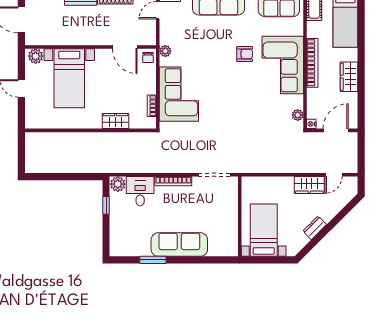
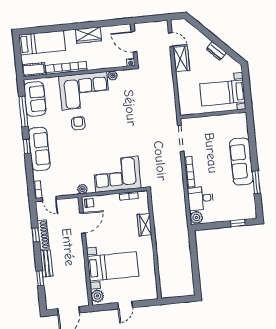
bookcase: (312, 63) -> (66, 68), moved
plant: (298, 115) -> (113, 76), moved
window: (106, 205) -> (238, 223), moved

